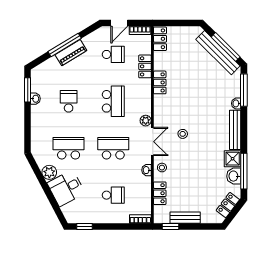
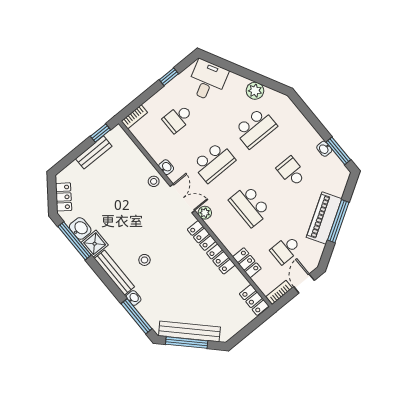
piano: (71, 53) -> (324, 218), width x1.37, depth x1.33
school desk: (69, 101) -> (291, 172), turned 180
stool: (183, 134) -> (144, 260), moved
double door: (152, 142) -> (183, 198), swing flipped
desk: (66, 188) -> (207, 80), moved
locker: (160, 193) -> (201, 235), moved
window: (85, 227) -> (169, 77), moved

